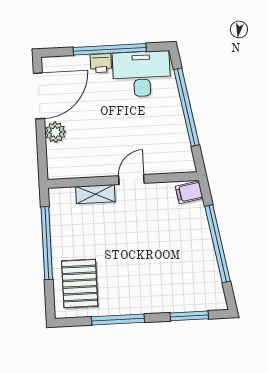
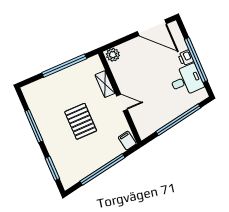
desk: (142, 74) -> (186, 80), width x0.73
plant: (55, 132) -> (113, 55), moved
pallet: (80, 284) -> (81, 121), moved, turned 90

